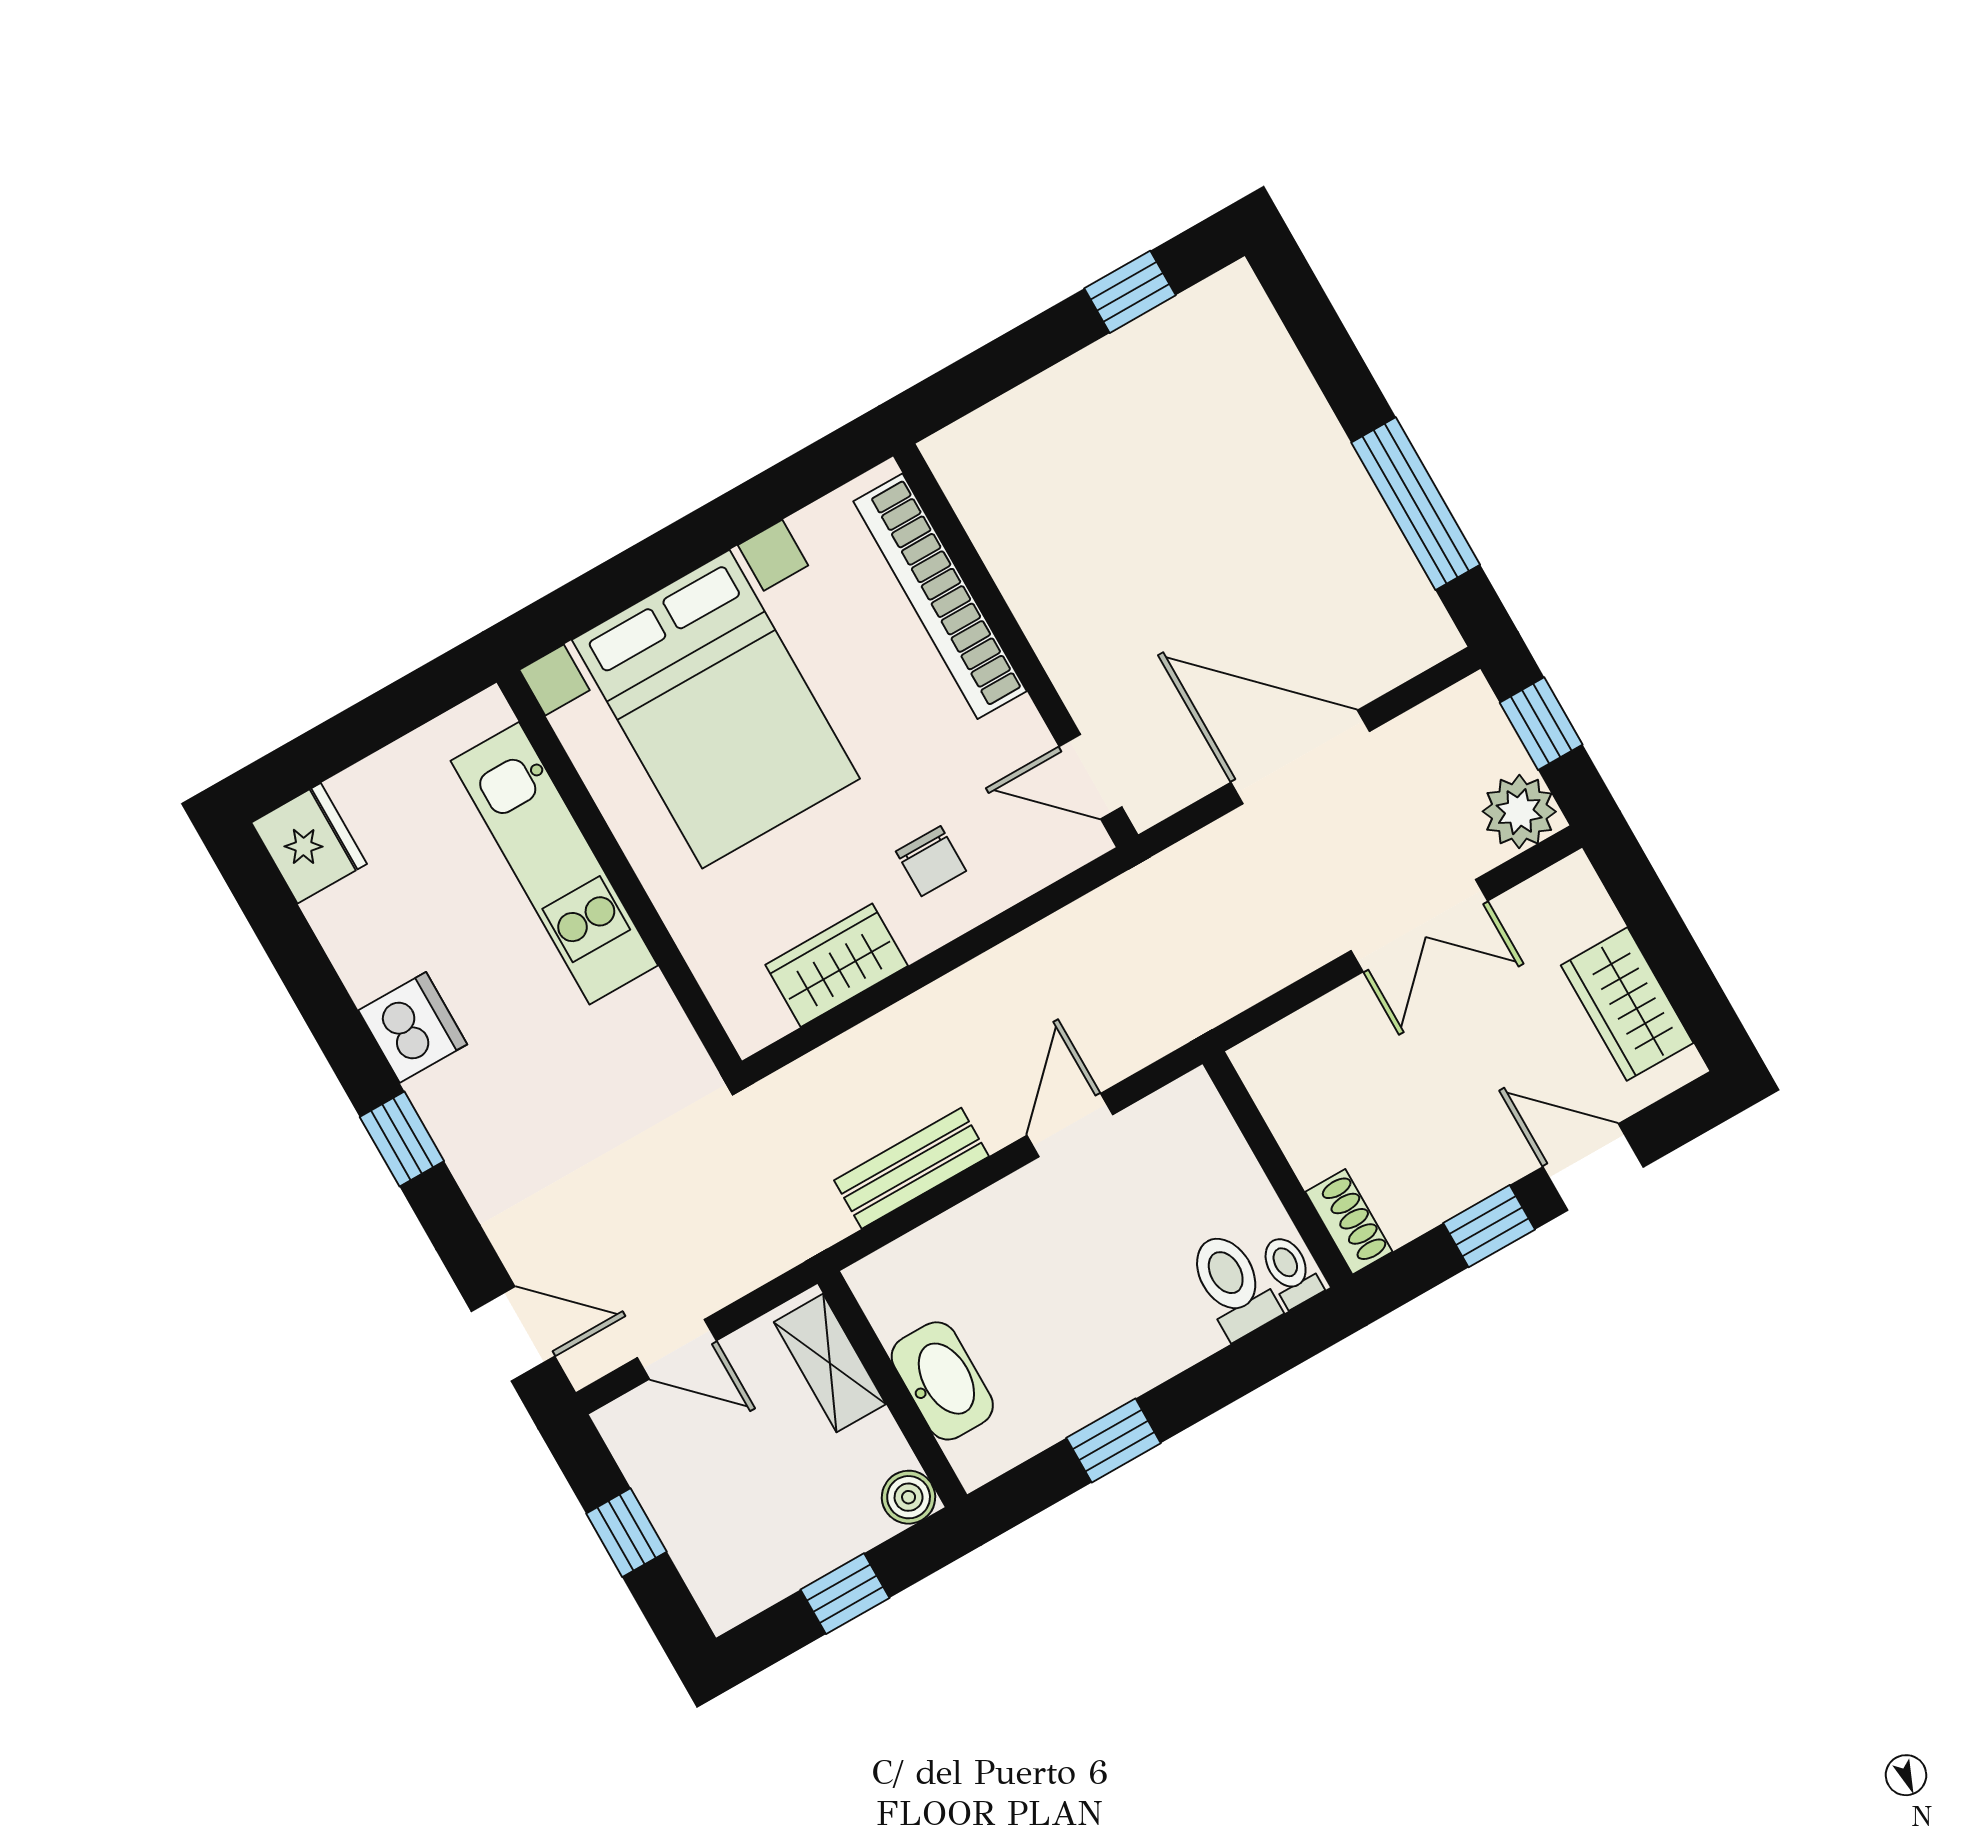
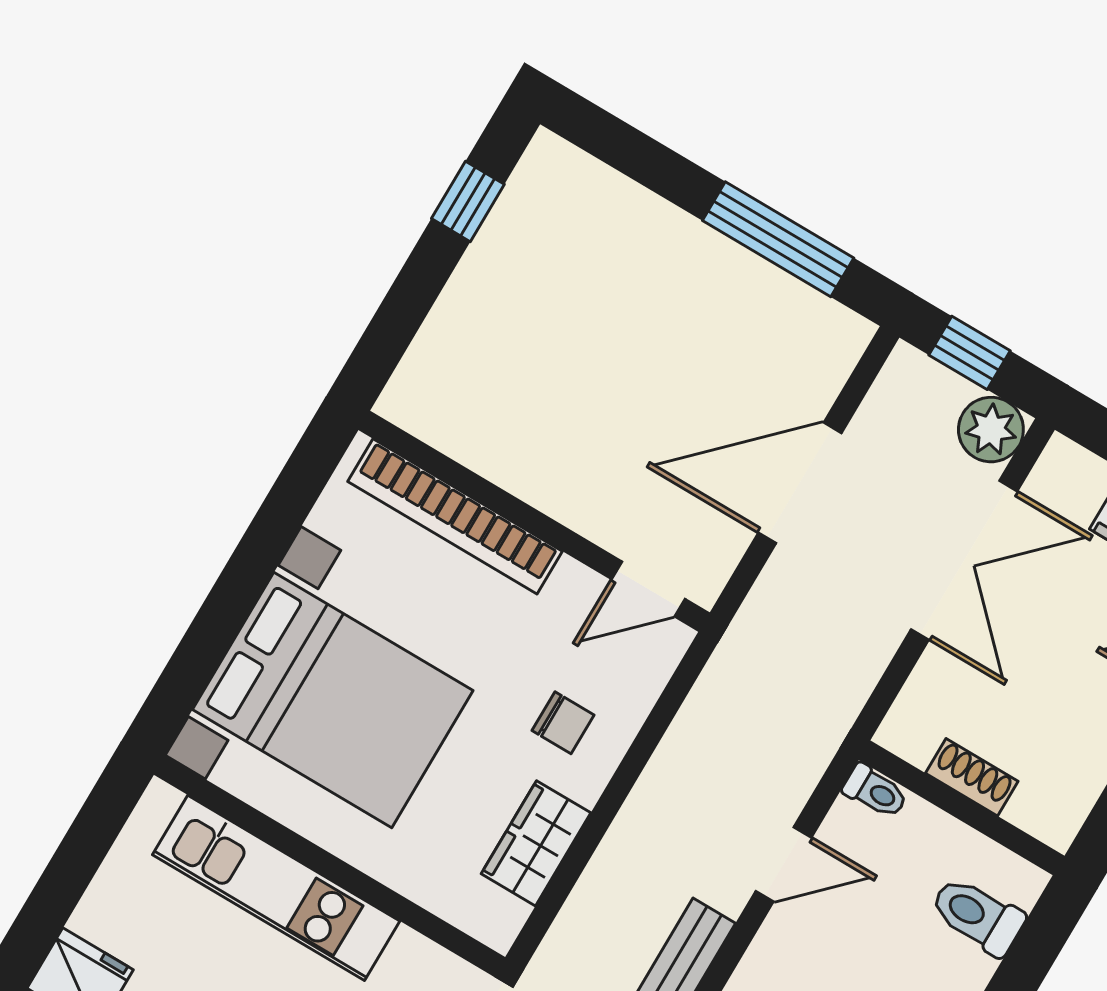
double door: (1419, 926) -> (964, 560), width x1.37
door: (1070, 1125) -> (784, 864), swing flipped
shoe rack: (1349, 1222) -> (972, 777), moved
toilet: (1290, 1271) -> (875, 791), moved, turned 180

